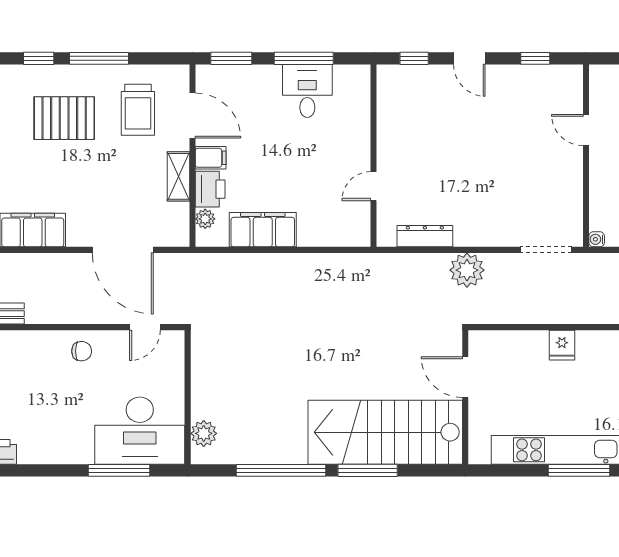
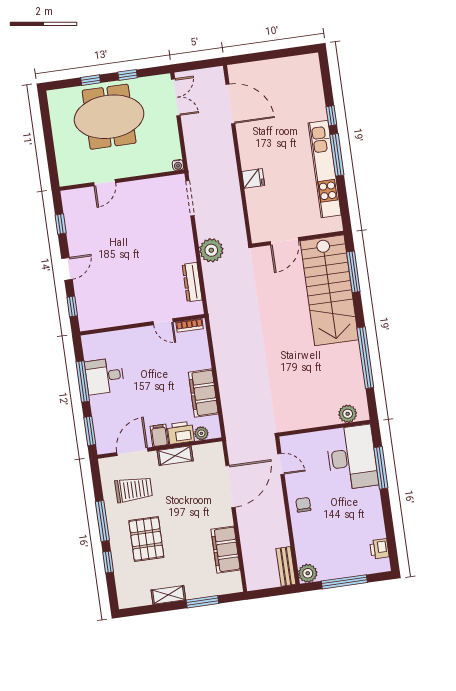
bookcase: (363, 224) -> (190, 325), added
window: (368, 470) -> (353, 272), moved

